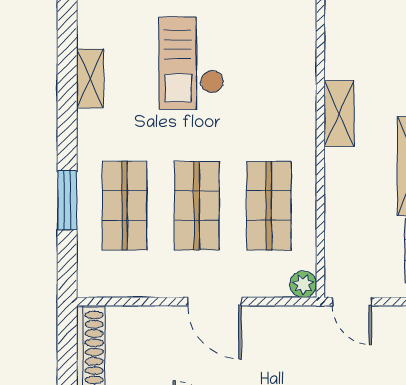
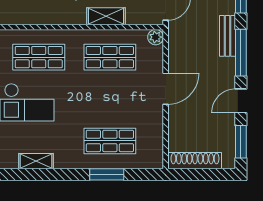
shelving: (339, 114) -> (106, 16), moved
shop shelf: (197, 206) -> (39, 57), moved

